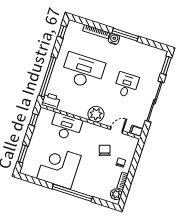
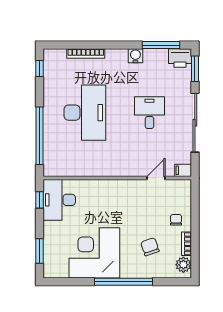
window: (125, 35) -> (161, 45), moved
water cooler: (114, 39) -> (135, 56), moved
desk: (83, 71) -> (85, 113), turned 90
printer: (51, 101) -> (180, 58), moved, turned 180
plant: (96, 114) -> (121, 165), removed
desk: (66, 127) -> (59, 200), moved, turned -90
chair: (105, 150) -> (150, 247), moved

